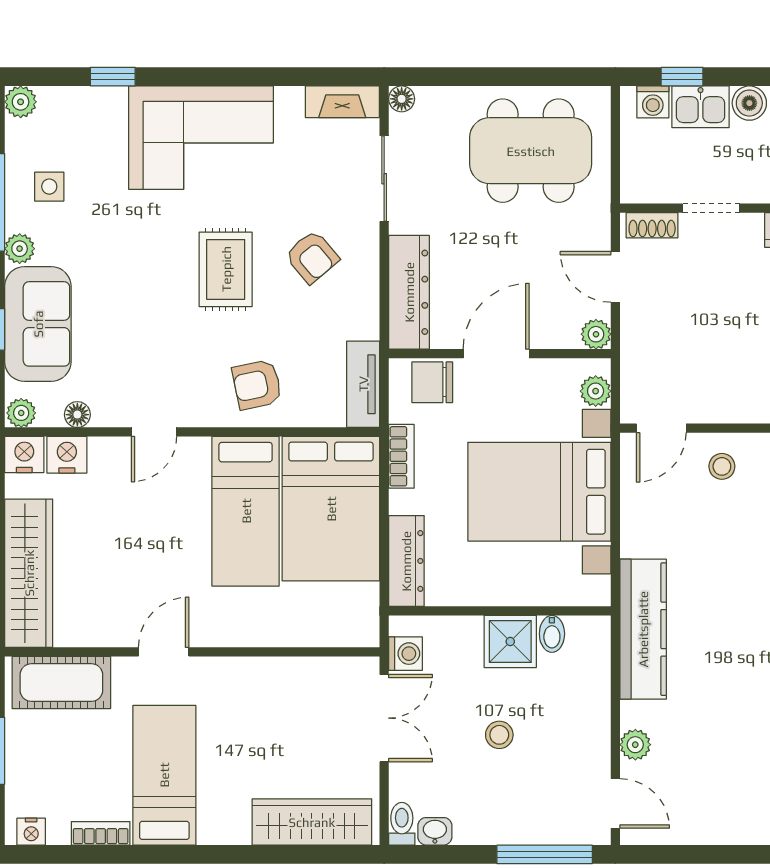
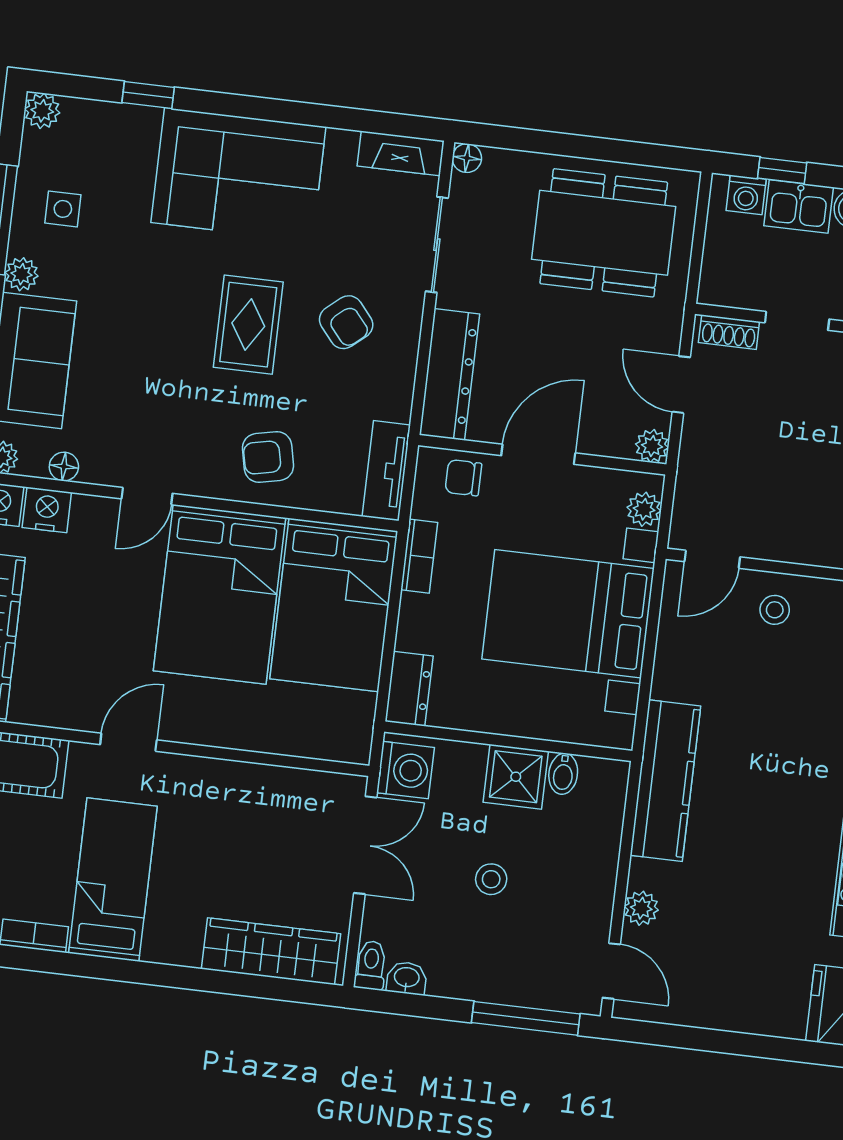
chair: (432, 382) -> (463, 478), width x0.73, depth x0.73
bed: (246, 511) -> (220, 594), width x1.50
dresser: (406, 561) -> (409, 689), width x0.70
washing machine: (406, 654) -> (405, 770), width x1.38, depth x1.38

